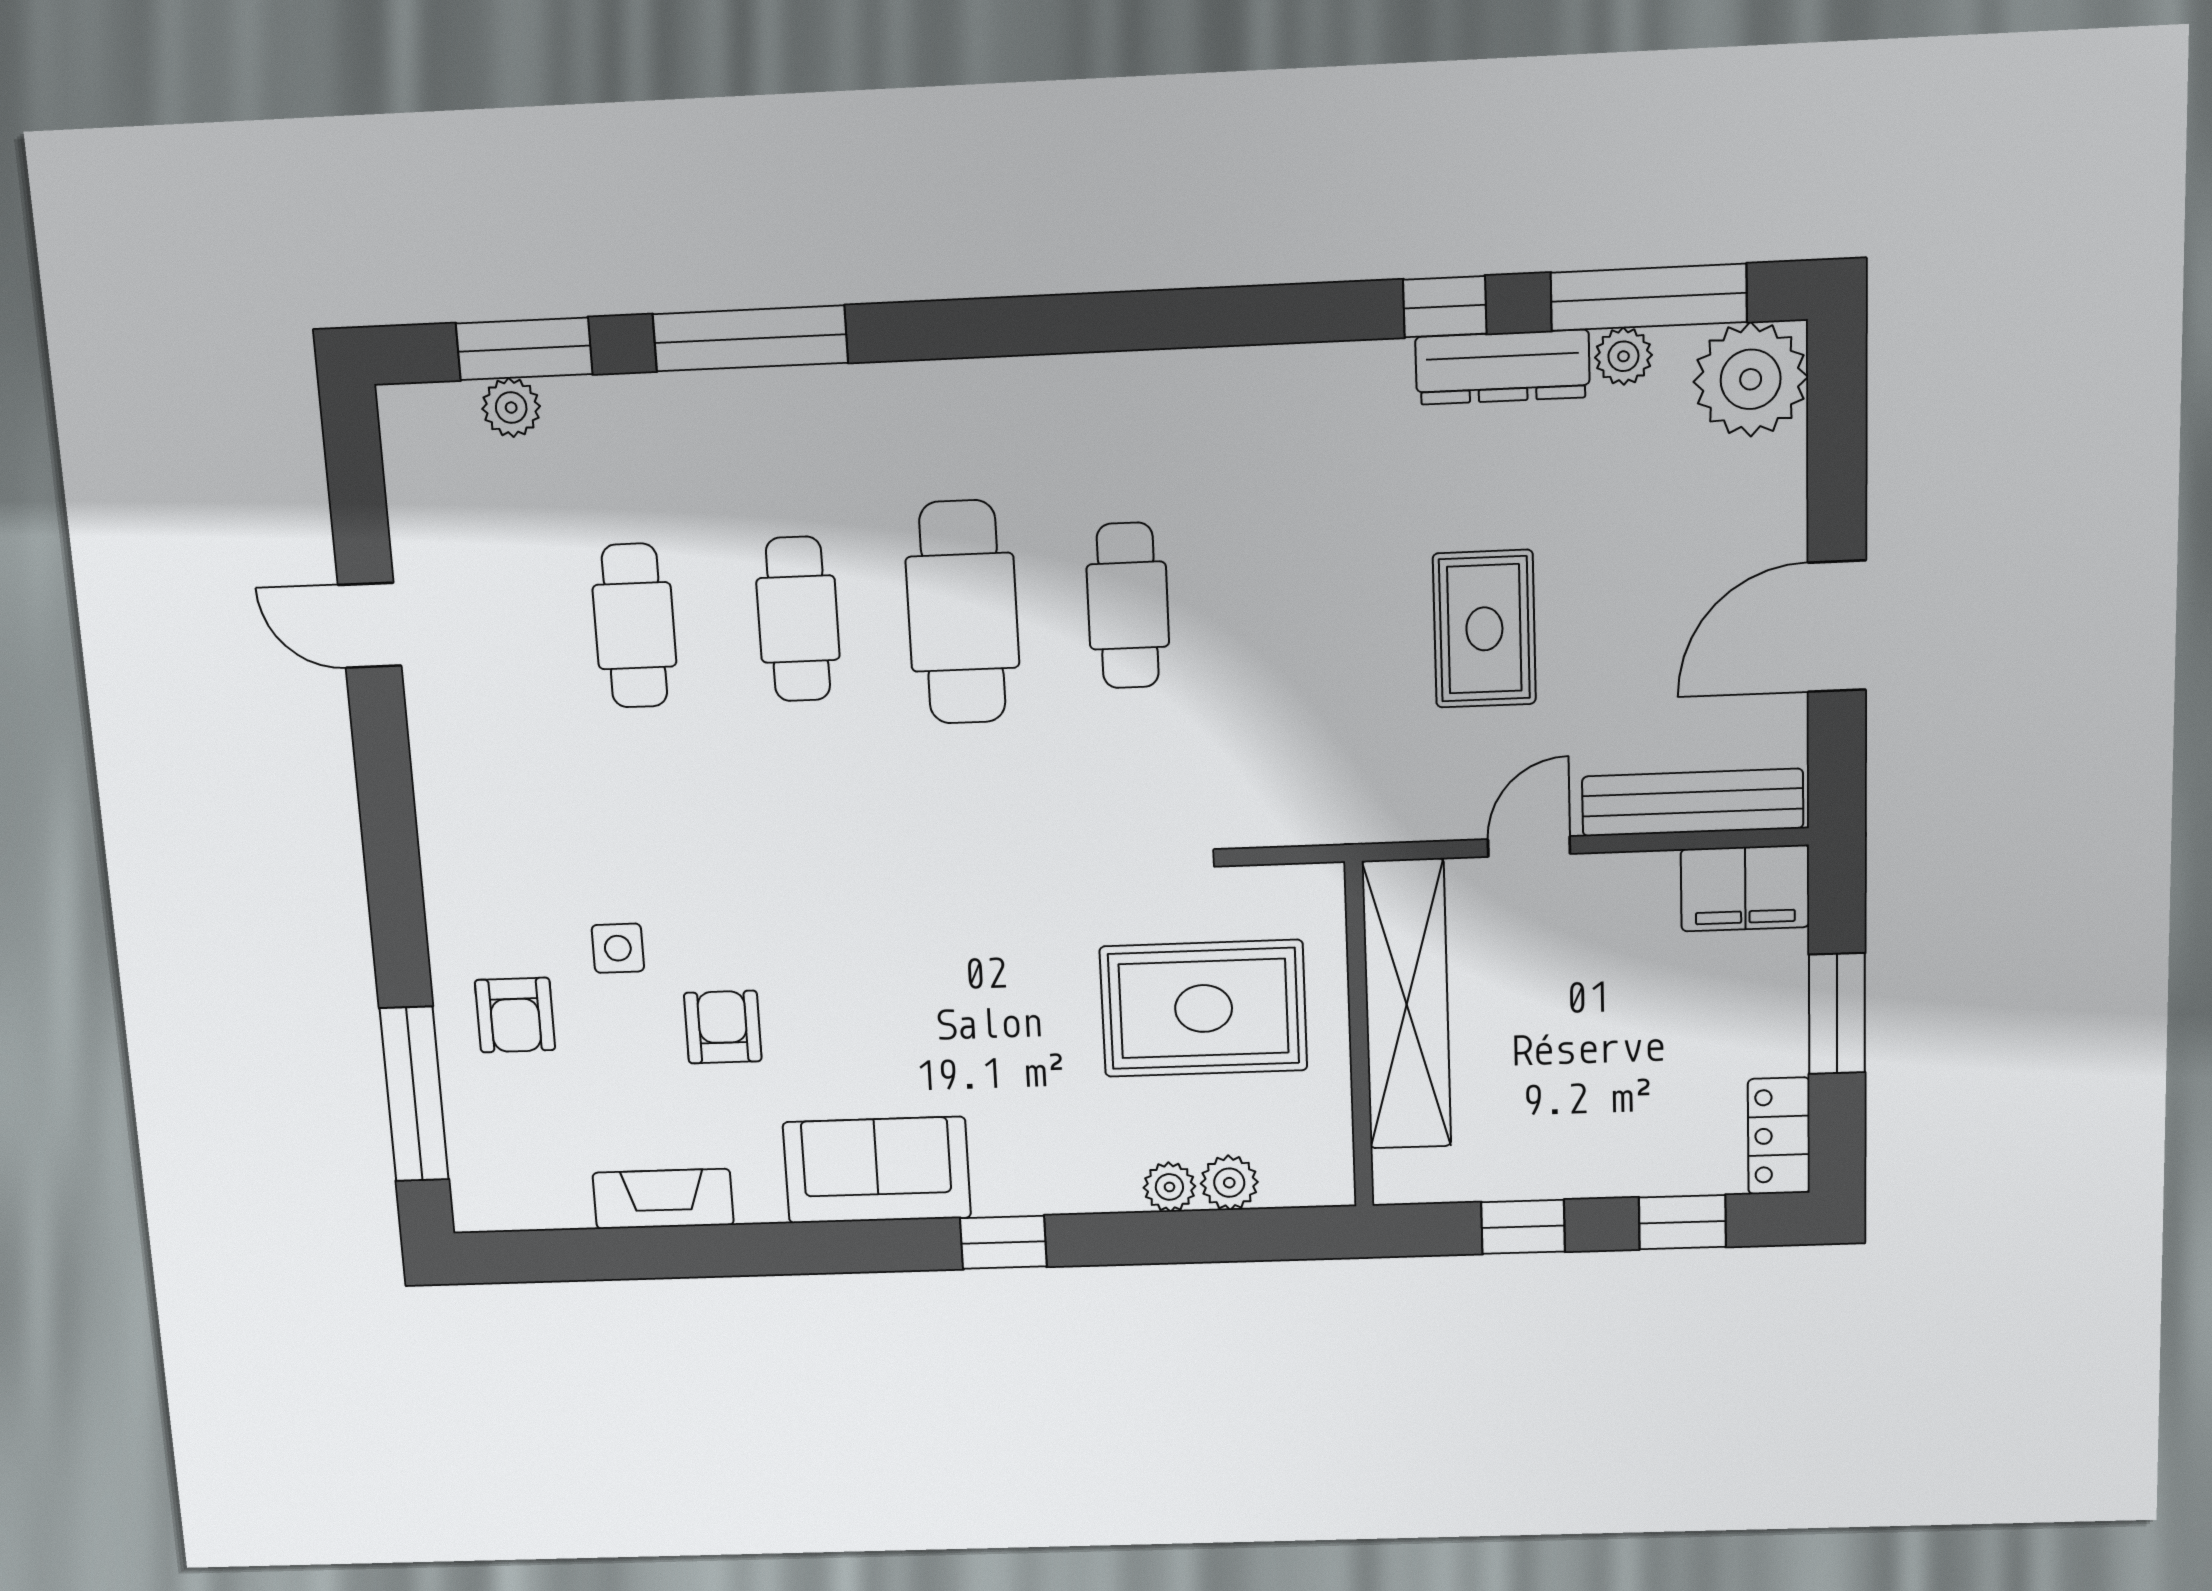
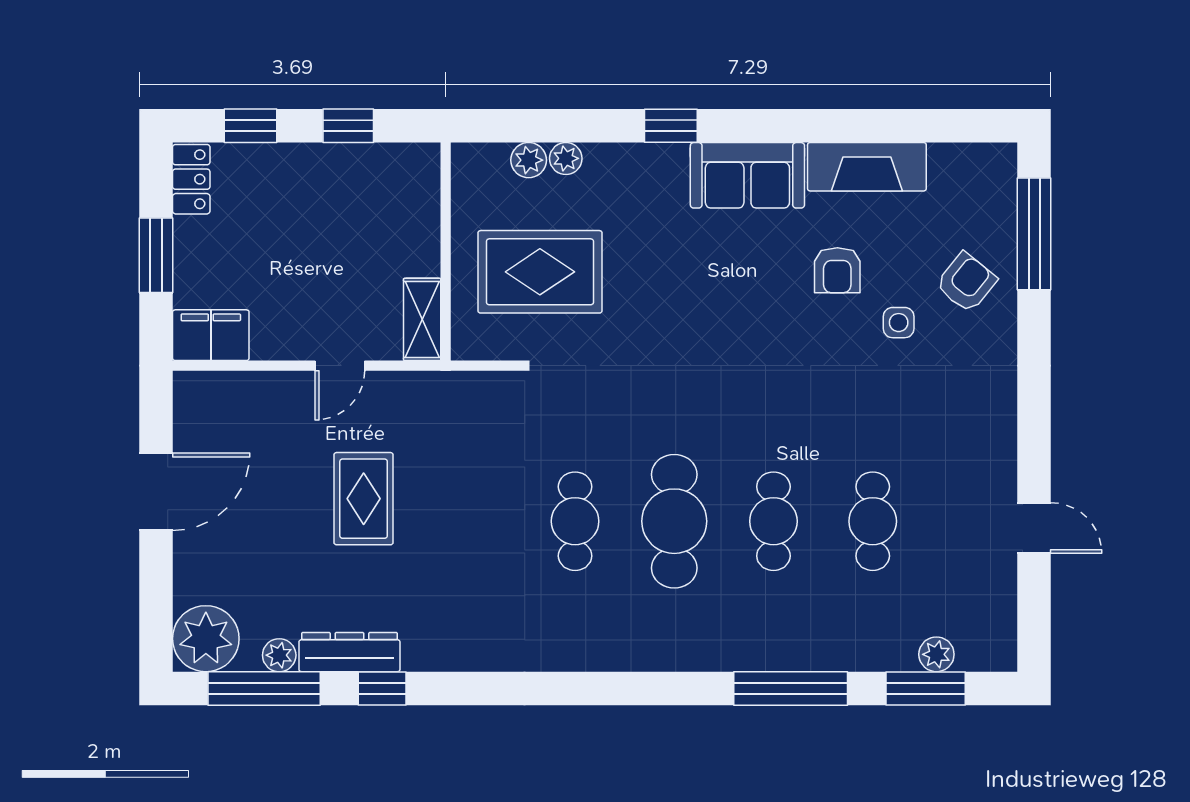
bench: (1693, 802) -> (242, 389), removed
shelving: (1407, 1005) -> (422, 319), width x0.45, depth x0.75
armchair: (515, 1015) -> (966, 282), turned 39
fireplace: (663, 1199) -> (867, 167), width x1.37, depth x1.32

